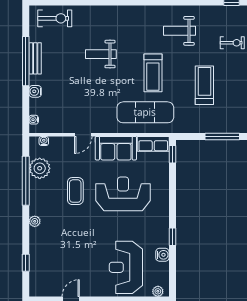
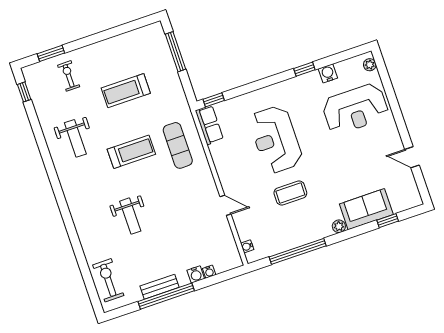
exercise mat: (145, 112) -> (178, 145), width x0.73, depth x0.69
water cooler: (34, 120) -> (209, 272), moved
sofa: (116, 148) -> (366, 209), moved, turned -90
plant: (40, 168) -> (279, 241), removed

